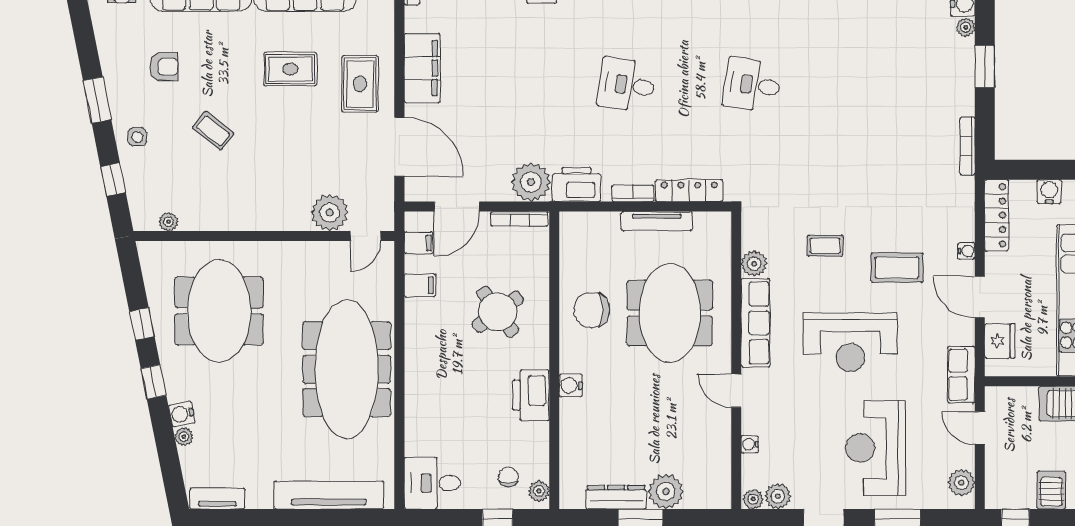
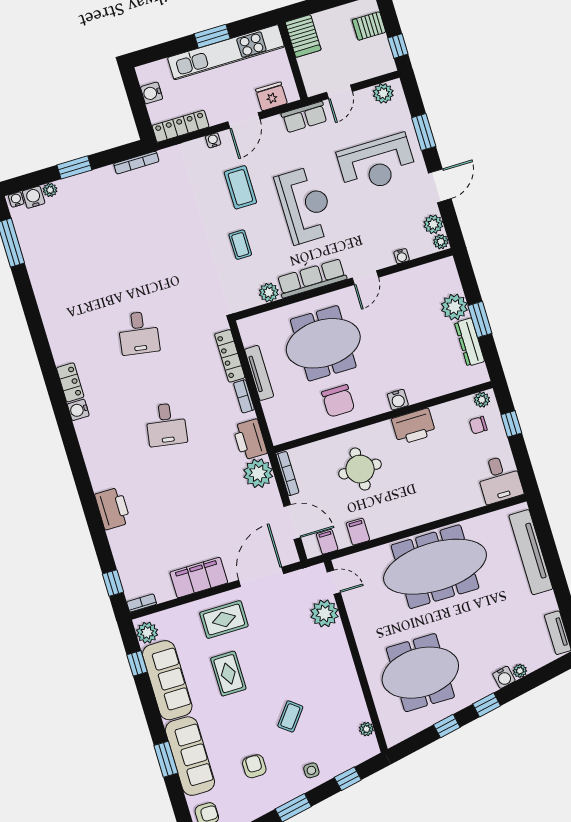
round table: (498, 312) -> (360, 469), turned 36

